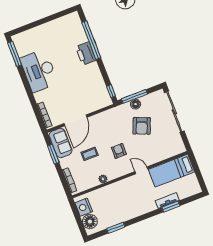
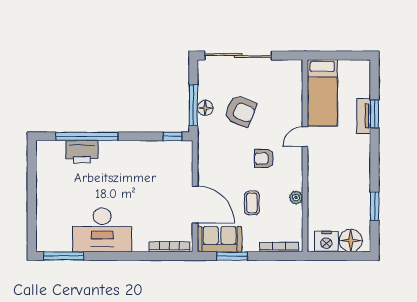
printer: (86, 54) -> (82, 152), moved

